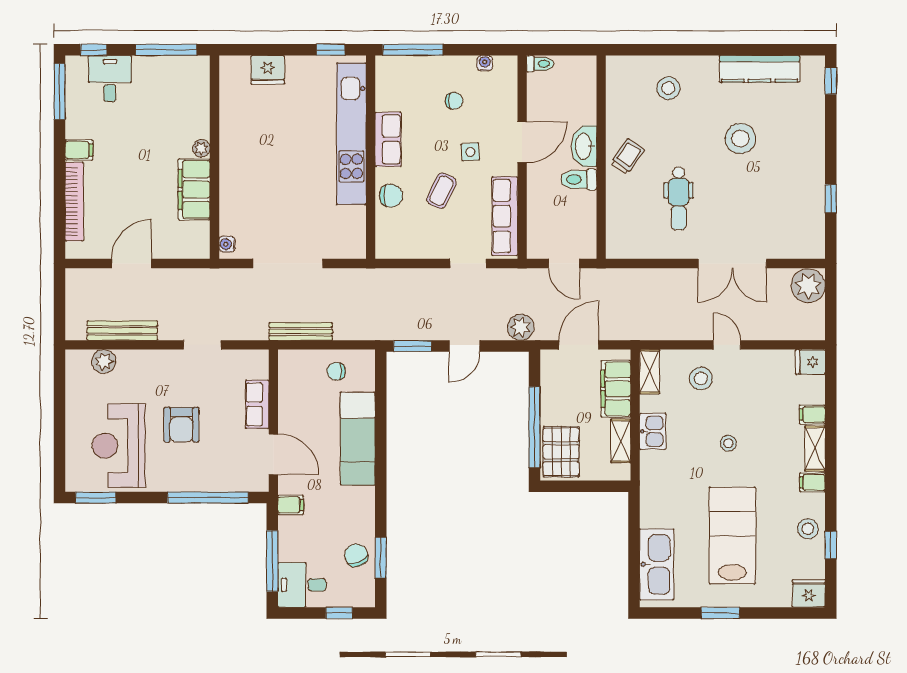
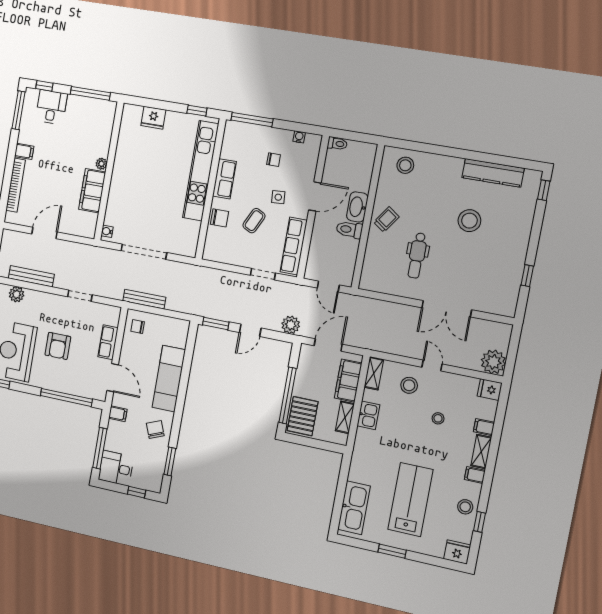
stool: (668, 88) -> (405, 165), moved
plant: (808, 286) -> (493, 362), moved
chair: (336, 371) -> (138, 327), moved
stool: (728, 443) -> (438, 418), moved
chair: (356, 555) -> (155, 430), moved

